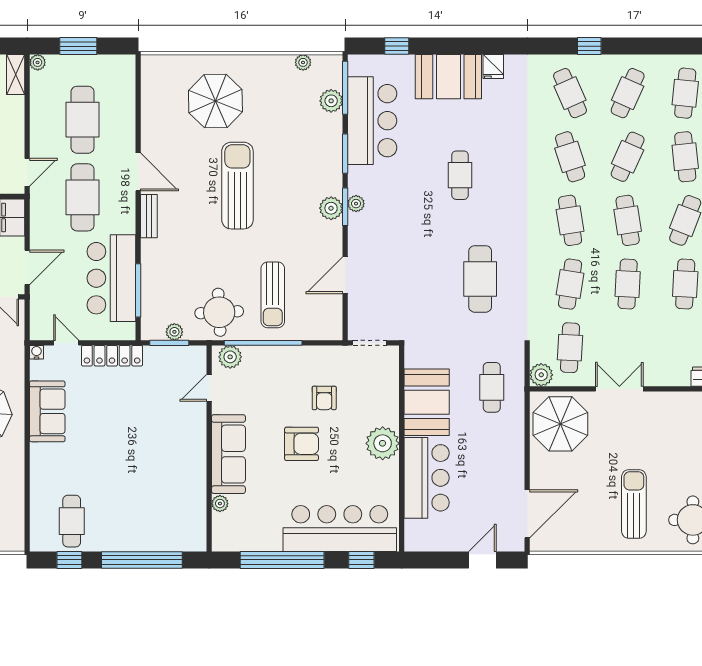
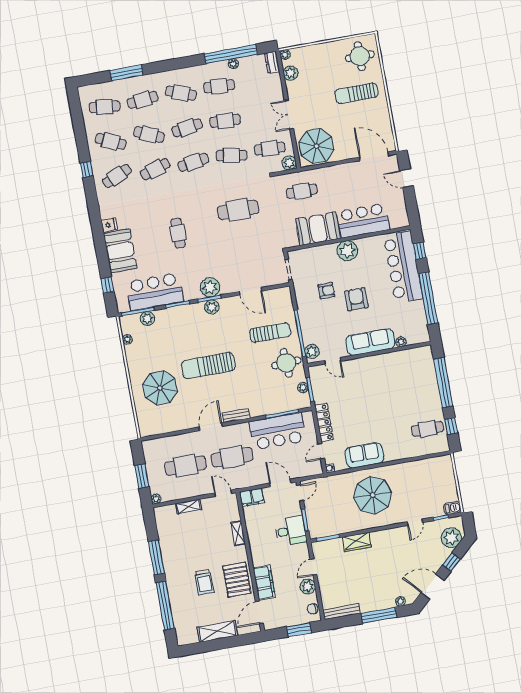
shelving: (16, 75) -> (189, 507), moved
cafe table: (460, 175) -> (178, 233), turned 90
plant: (356, 204) -> (210, 287), width x1.88, depth x1.88
plant: (686, 403) -> (291, 73), added

